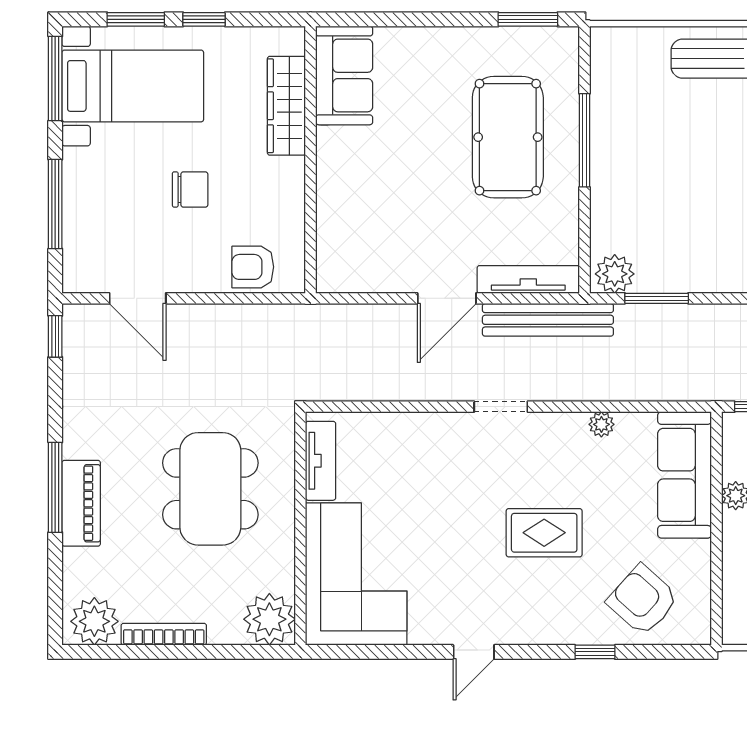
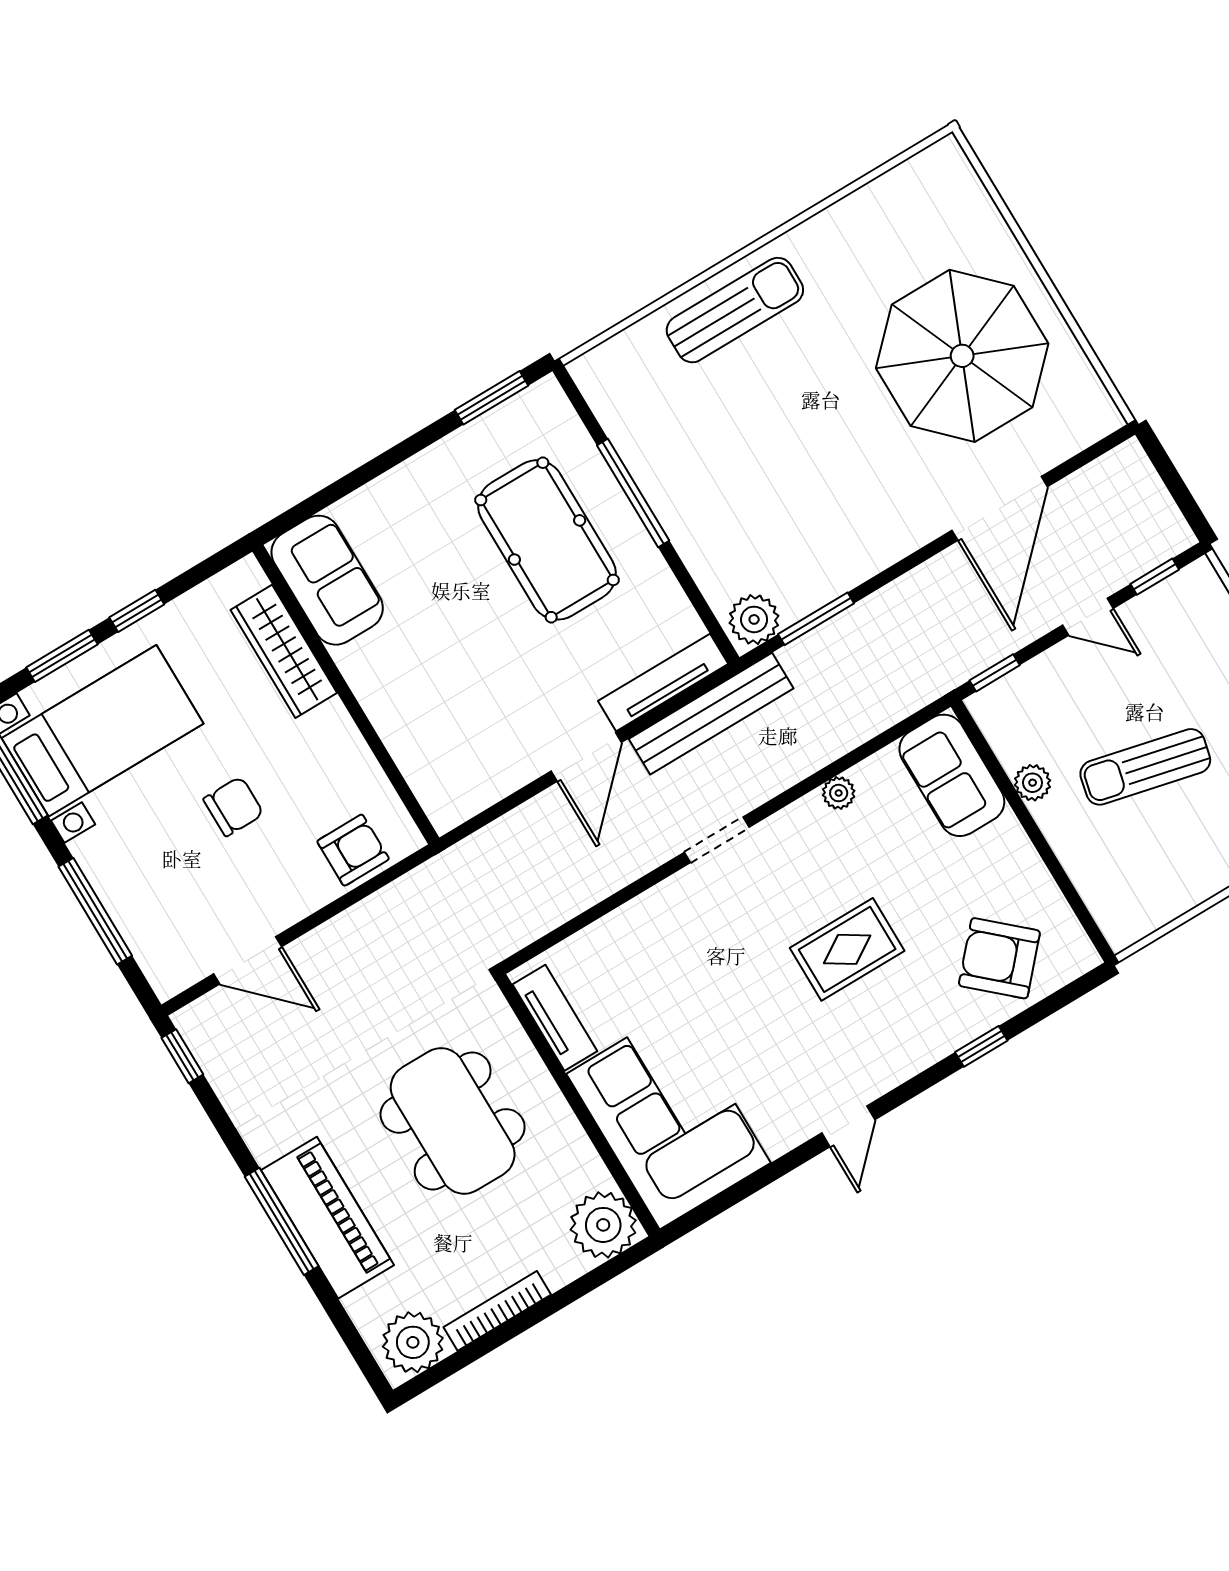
armchair: (253, 267) -> (353, 850), turned 180
sofa: (685, 475) -> (952, 775), width x0.73
piano: (81, 503) -> (328, 1218), width x1.37, depth x1.33

